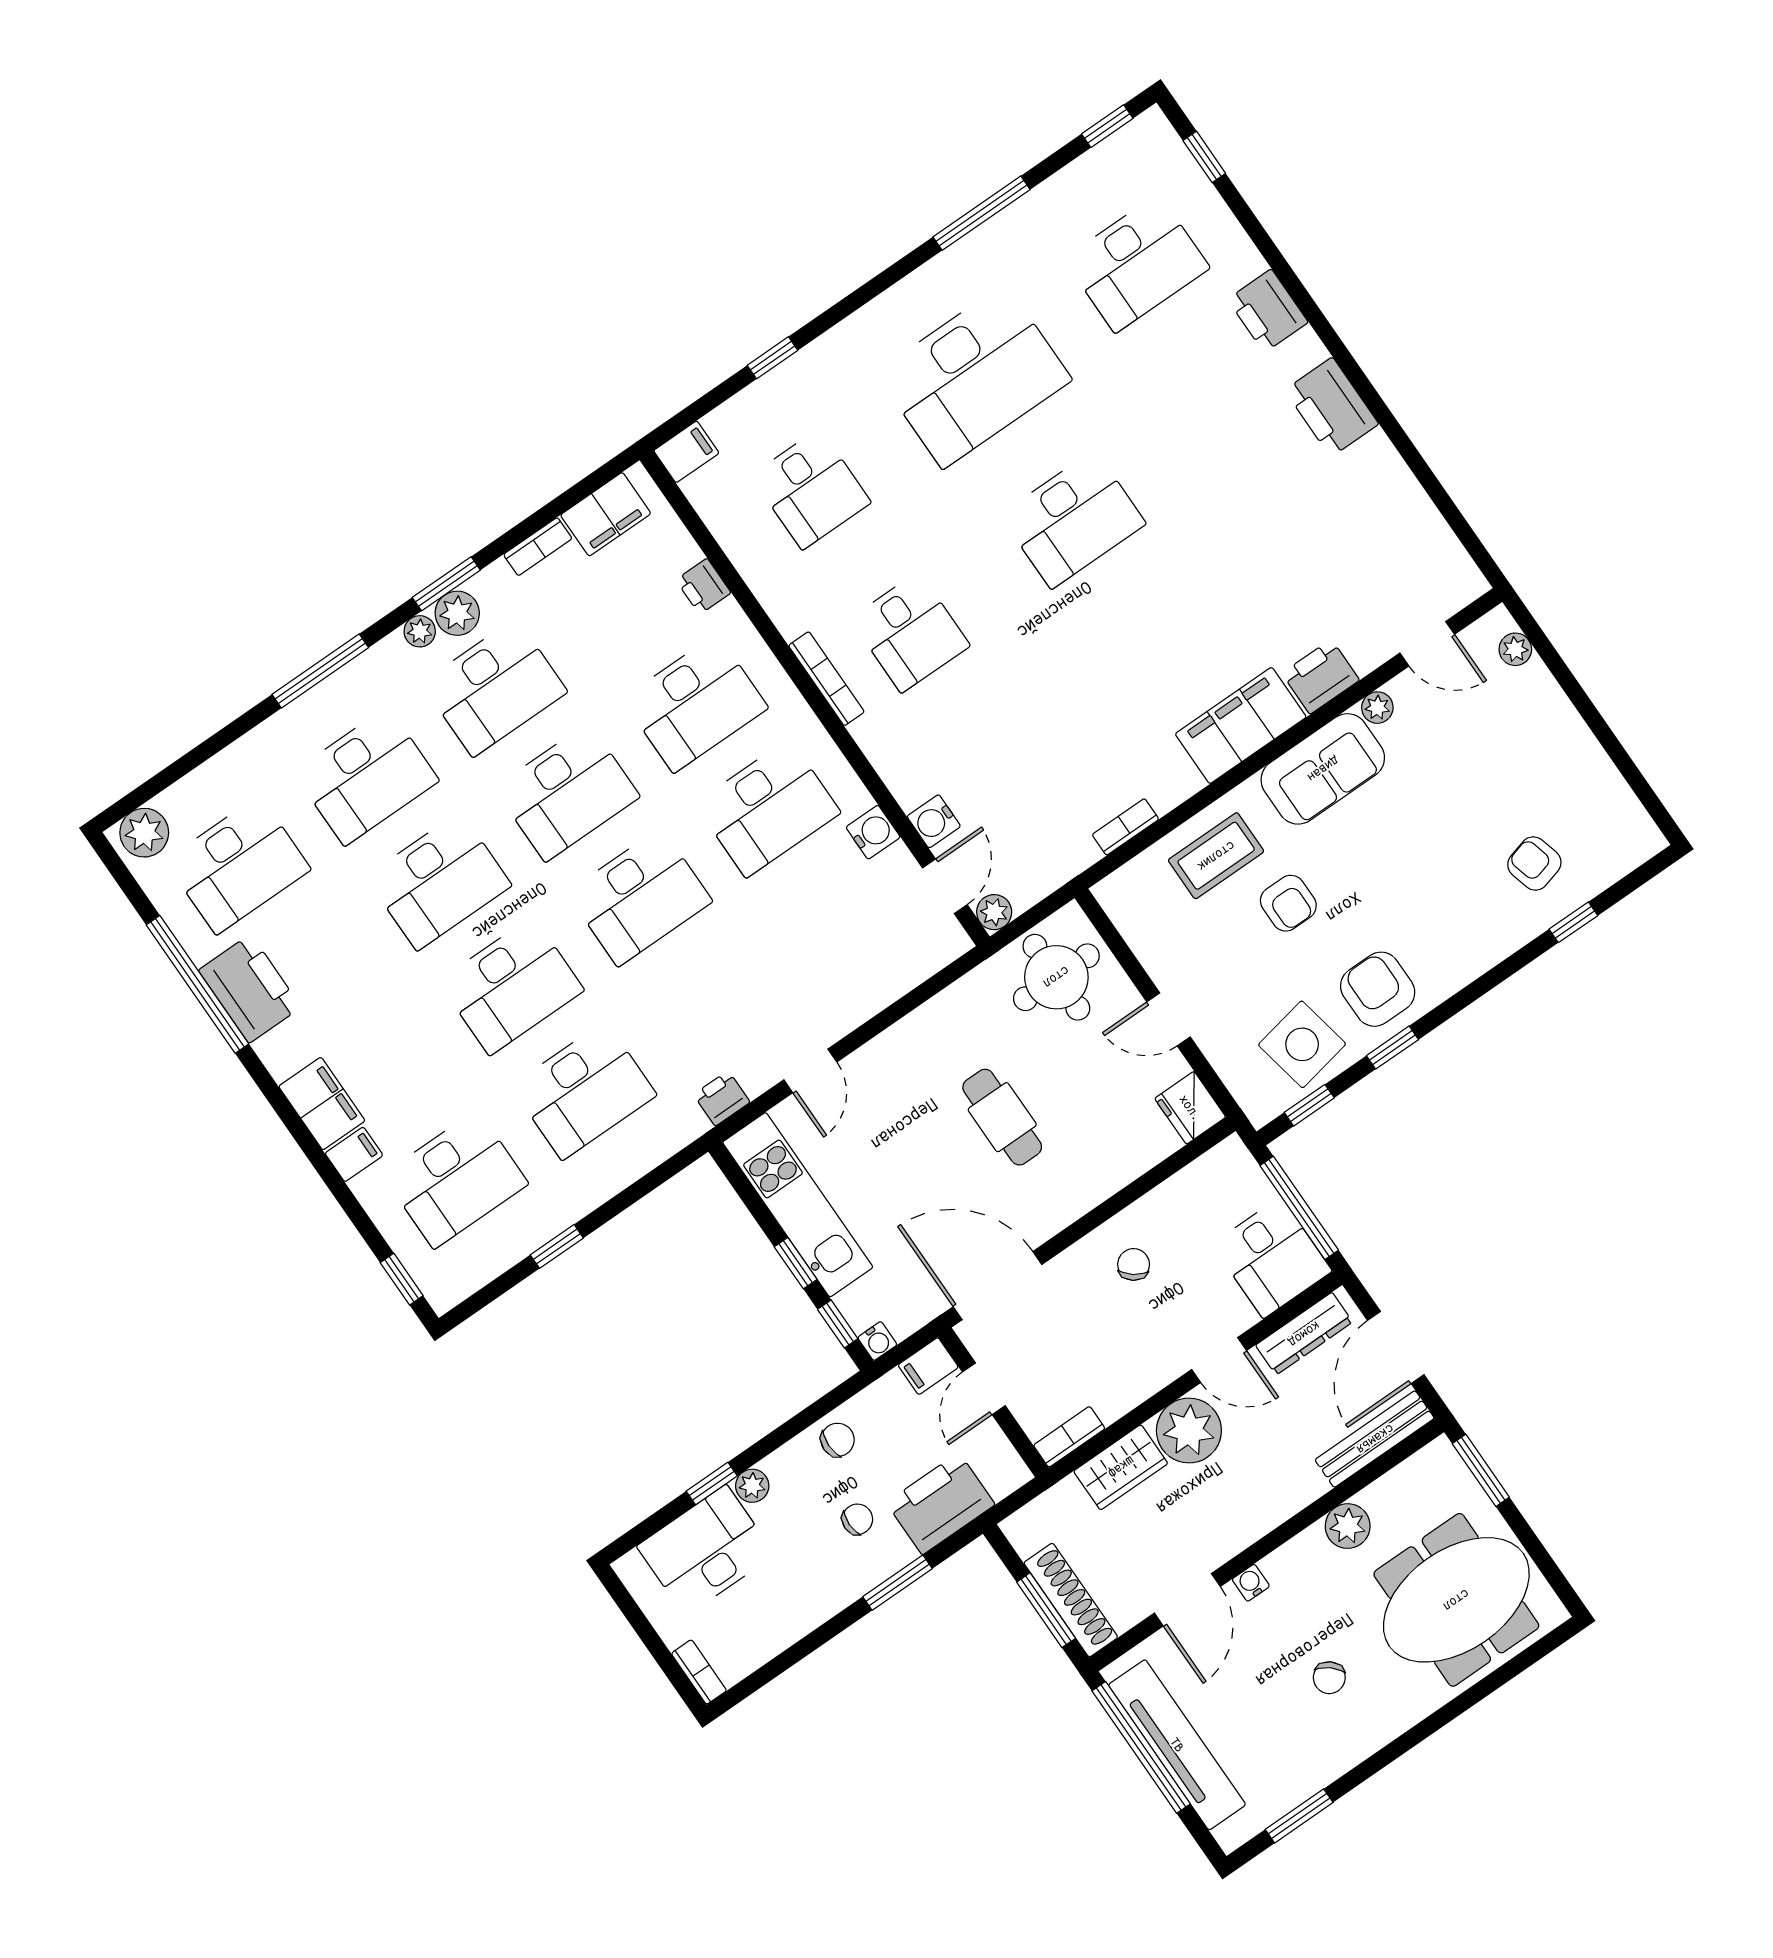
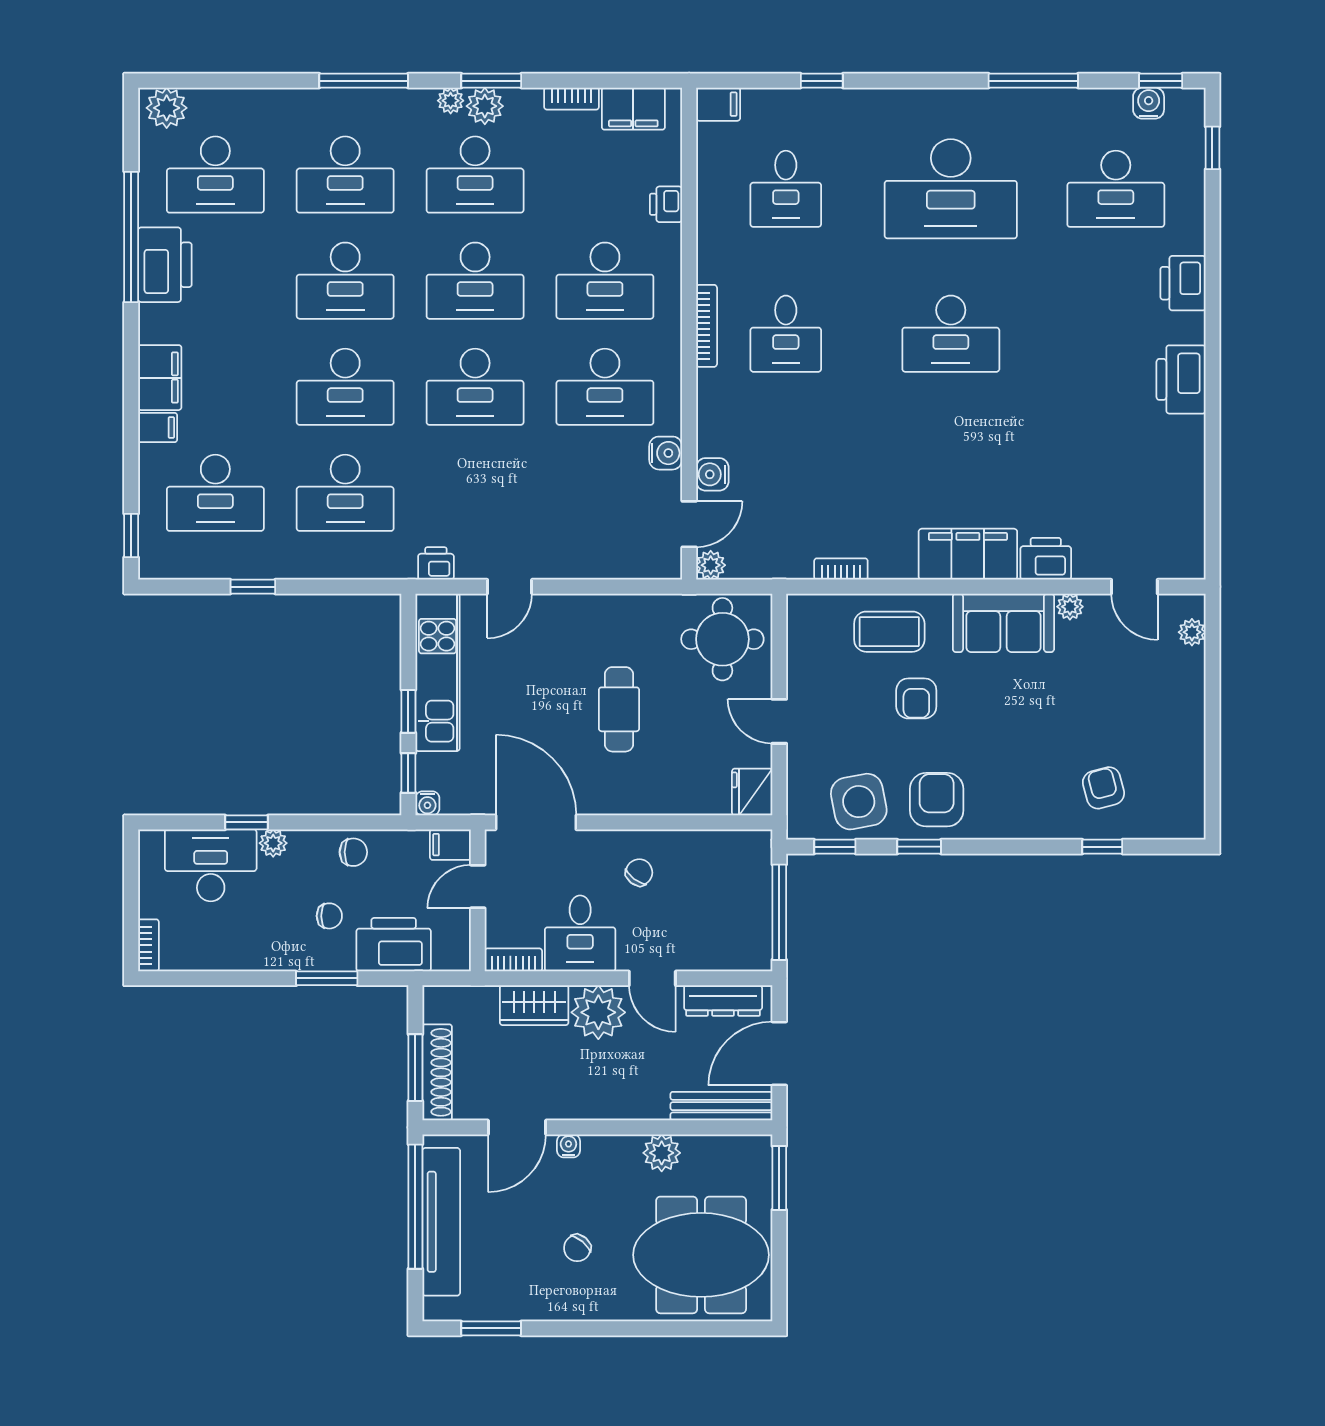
water cooler: (1111, 157) -> (1149, 103), added
desk: (1272, 1258) -> (580, 933), moved

